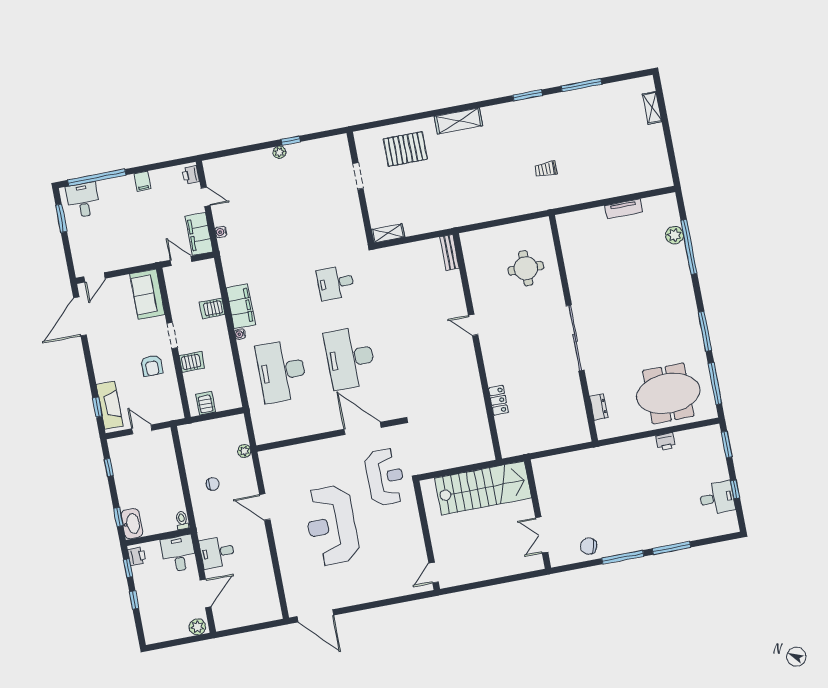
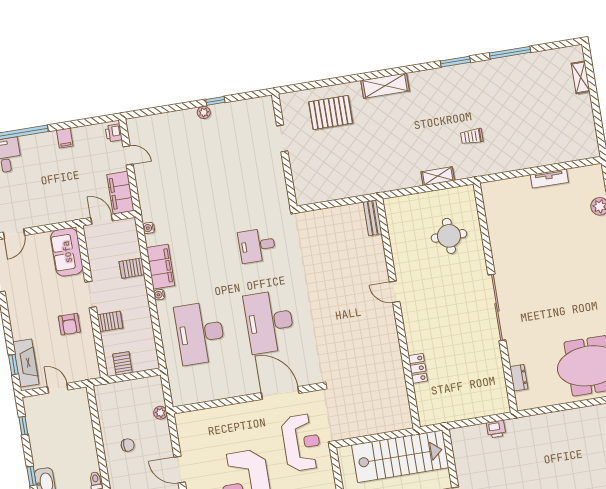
water cooler: (221, 232) -> (149, 228), moved
shelving: (388, 233) -> (438, 176), moved
printer: (666, 442) -> (496, 429), moved

